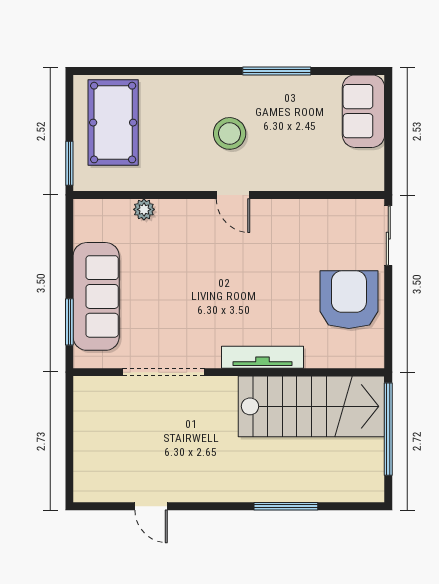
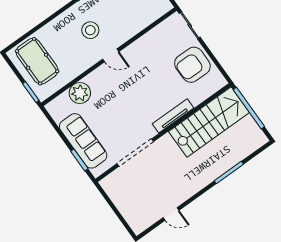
plant: (144, 209) -> (80, 93), width x1.87, depth x1.87
armchair: (349, 300) -> (192, 65), turned -90

